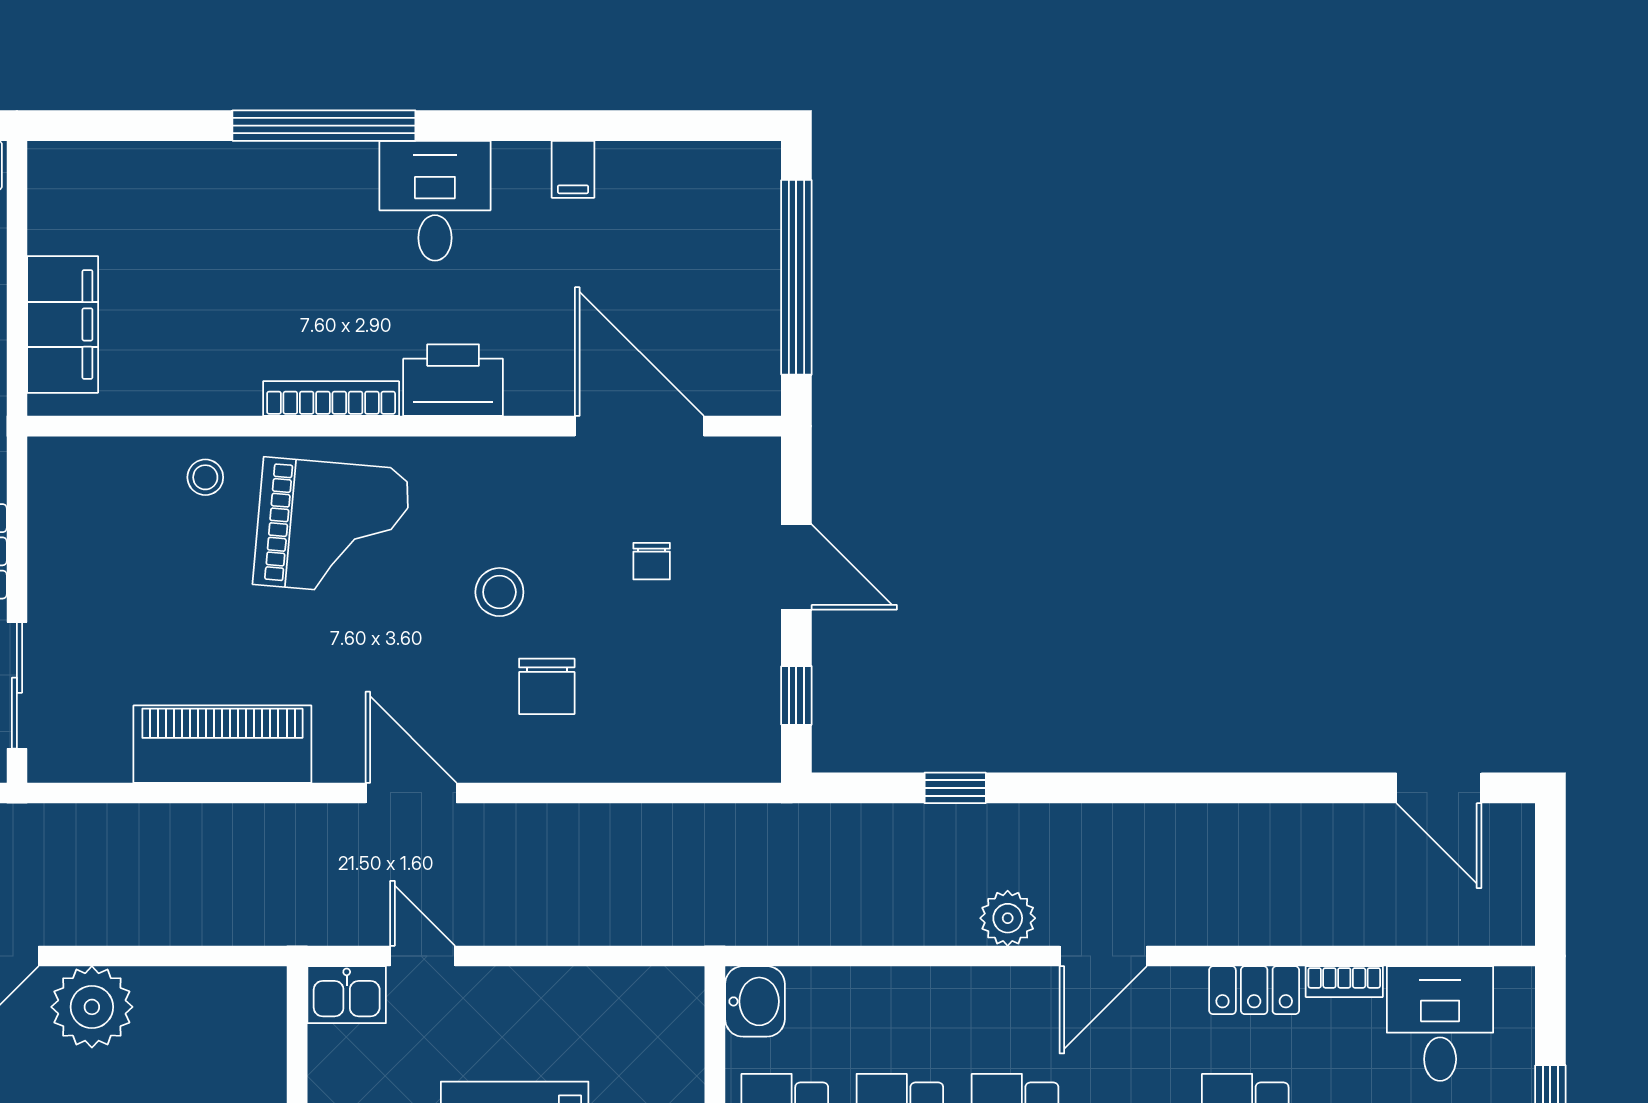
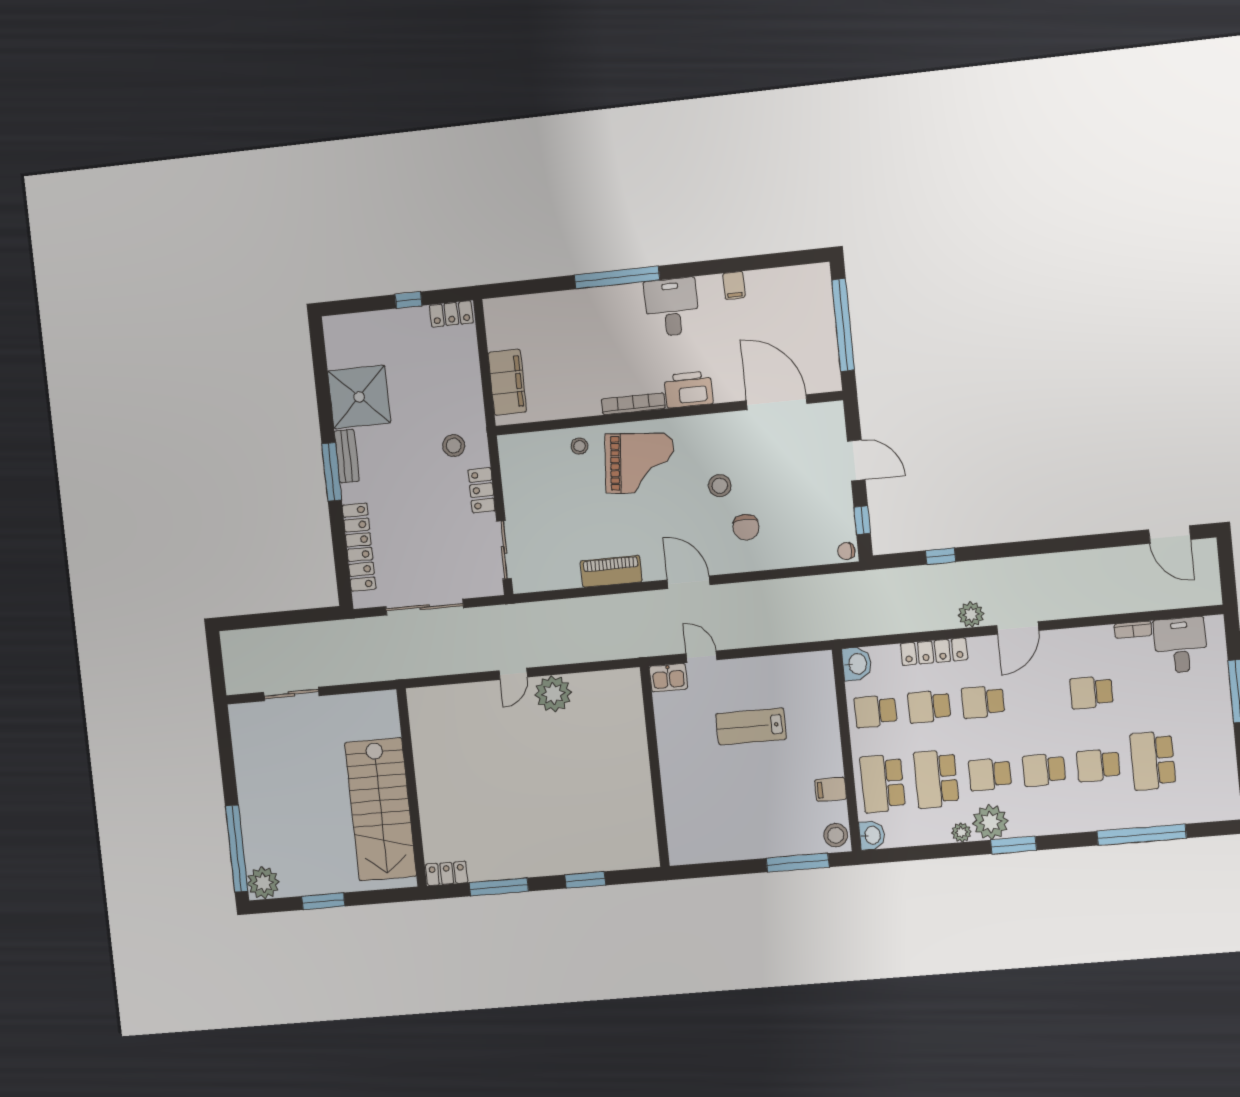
chair: (652, 561) -> (846, 551), moved, turned 90
piano: (222, 744) -> (611, 571), width x0.73, depth x0.75
locker: (1254, 990) -> (934, 652), moved, width x1.53

